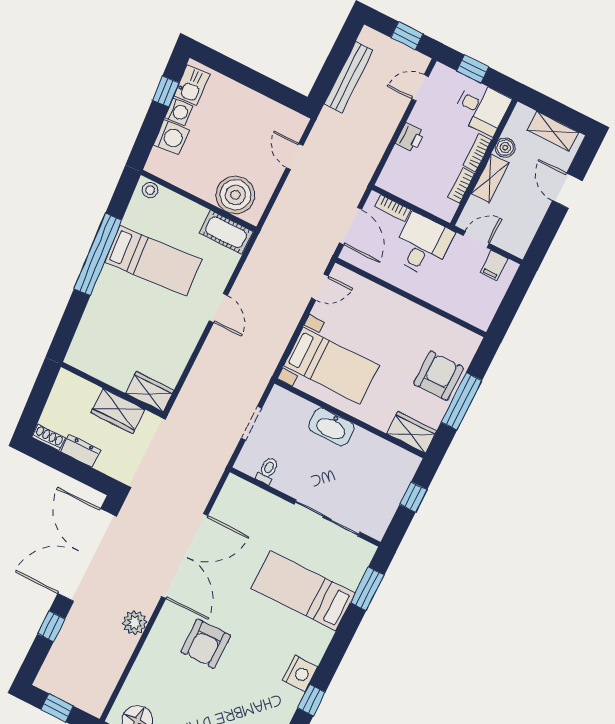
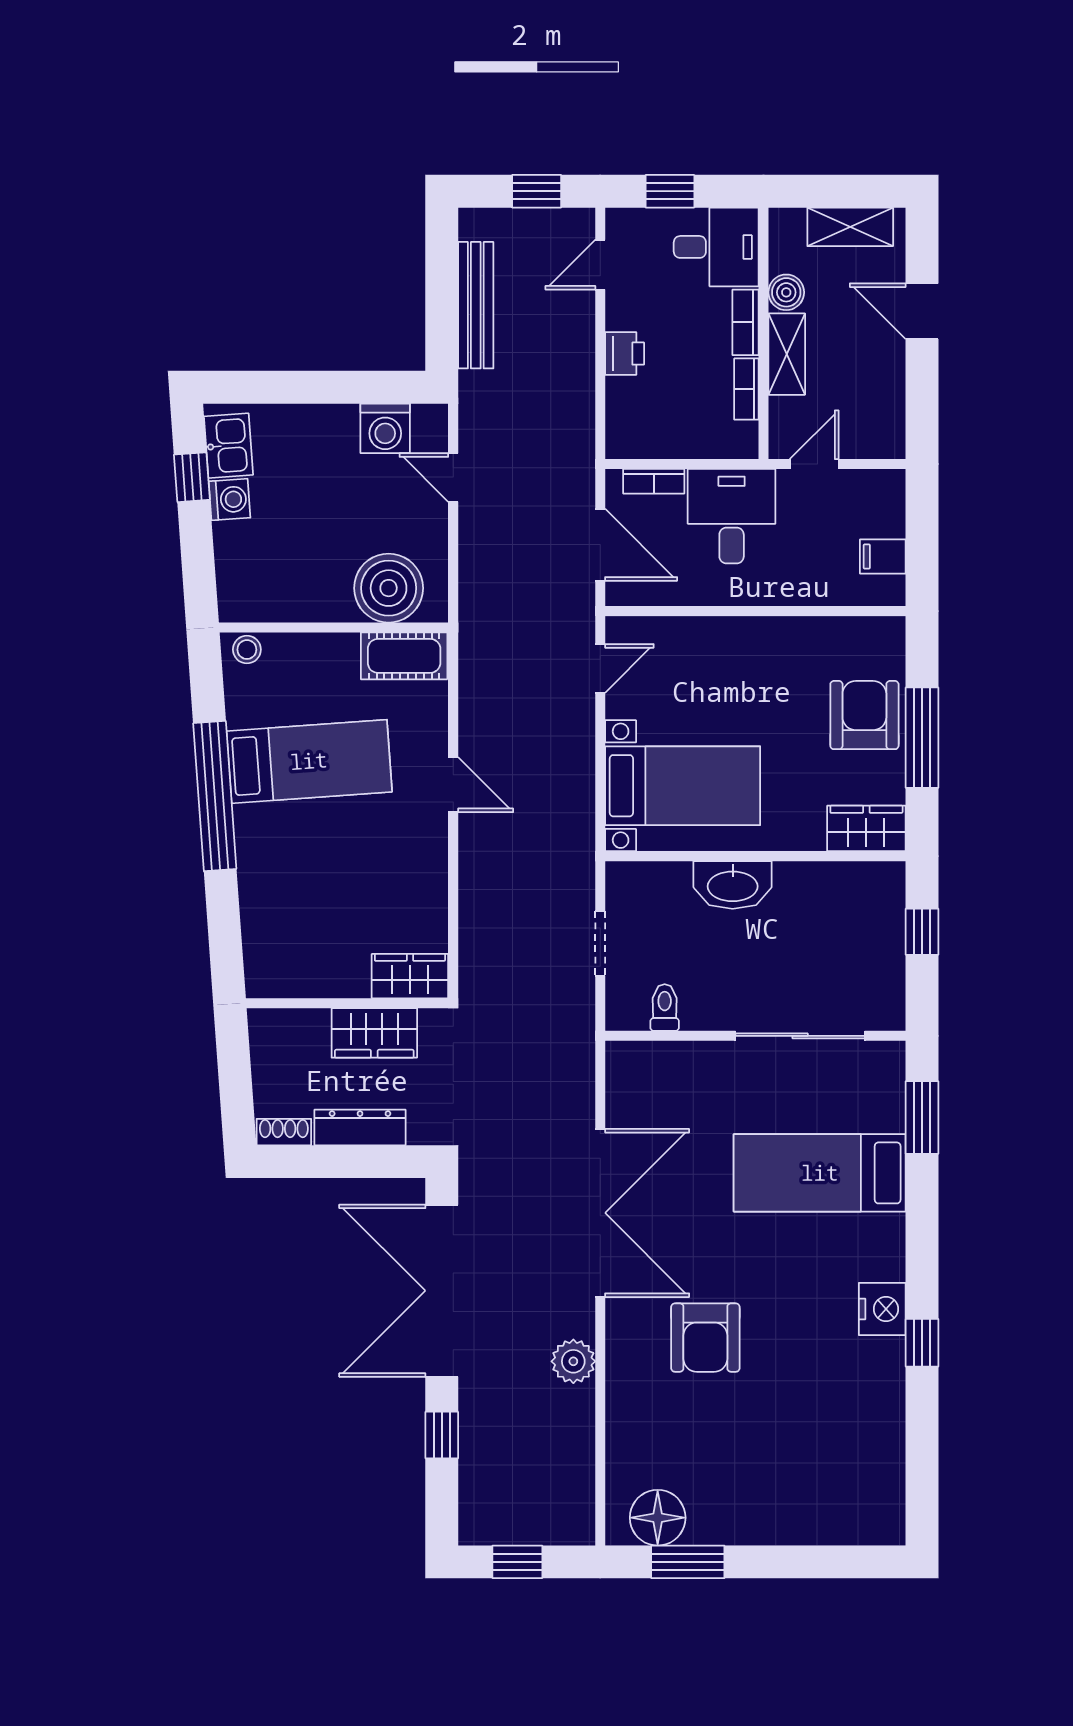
washing machine: (171, 137) -> (385, 428), moved, turned 94
filing cabinet: (494, 266) -> (883, 556), moved, turned 90
dresser: (80, 451) -> (360, 1127), width x1.44

